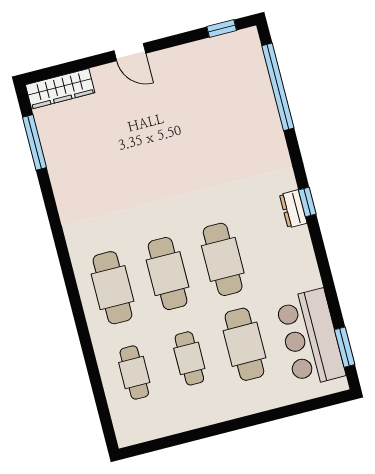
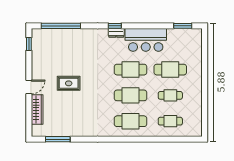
wardrobe: (60, 89) -> (37, 109), moved
rug: (159, 135) -> (69, 83), added
bar counter: (310, 338) -> (146, 40), moved

